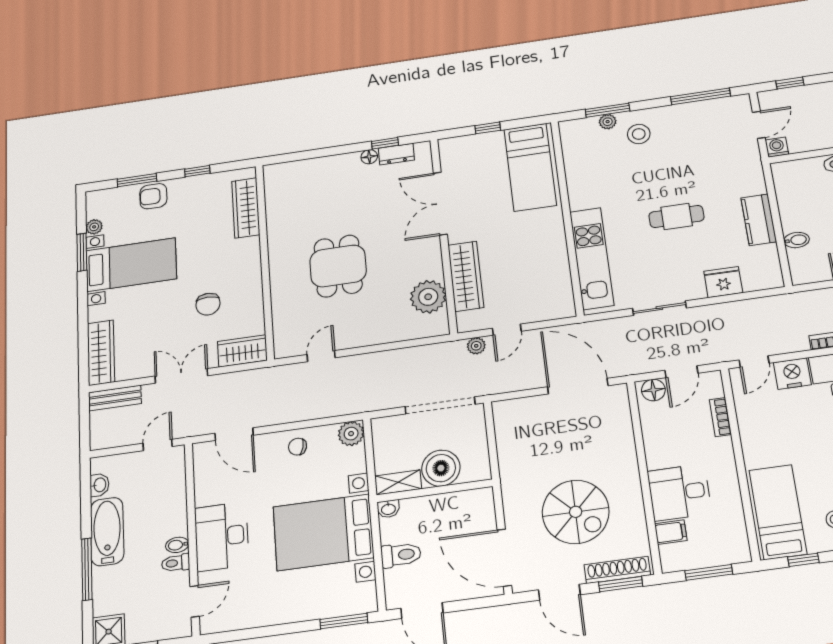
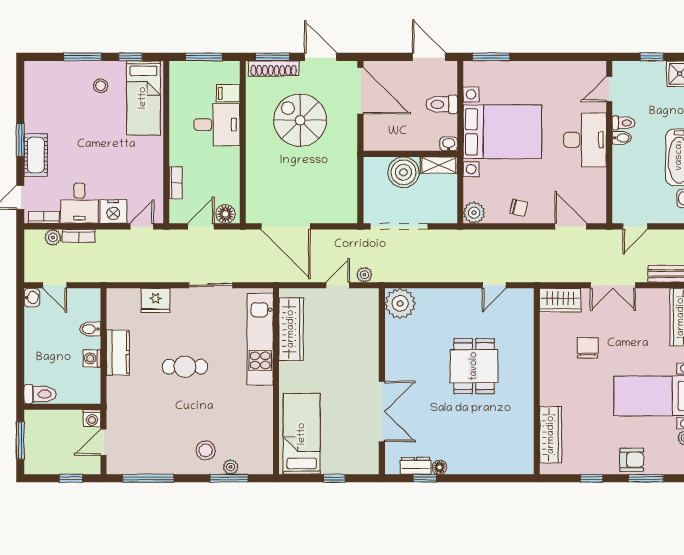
washing machine: (789, 209) -> (92, 358), added
wardrobe: (466, 276) -> (291, 329), moved, turned 180
plant: (428, 297) -> (400, 303), moved

